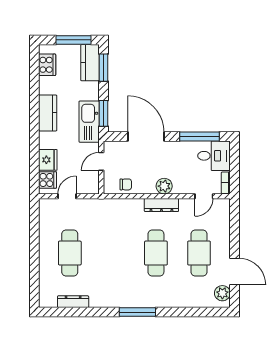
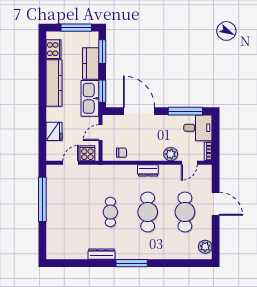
kitchen counter: (90, 63) -> (91, 63), moved
kitchen counter: (48, 113) -> (54, 83), width x1.50
cooker: (47, 180) -> (87, 153), moved, turned -90
plant: (164, 186) -> (171, 154), moved
dresser: (161, 205) -> (148, 170), width x0.70
window: (34, 239) -> (42, 199), added
cafe table: (70, 253) -> (110, 212), moved, width x0.73, depth x0.74
door: (234, 271) -> (216, 204), moved
dresser: (73, 302) -> (101, 254), moved

